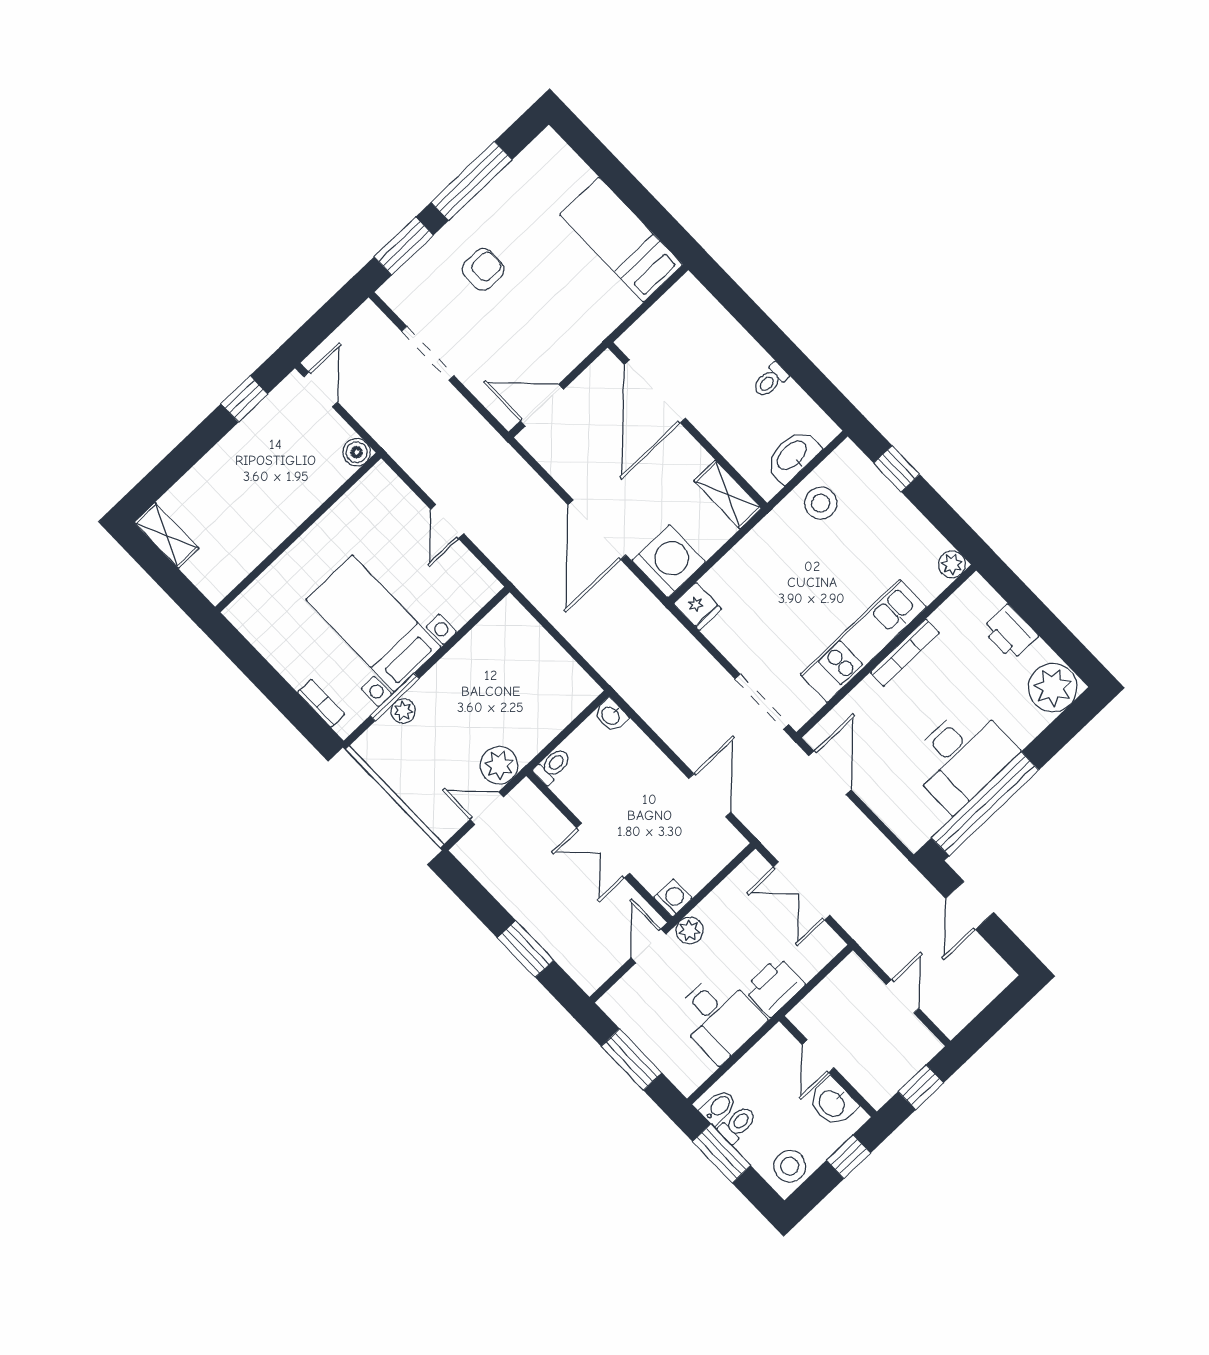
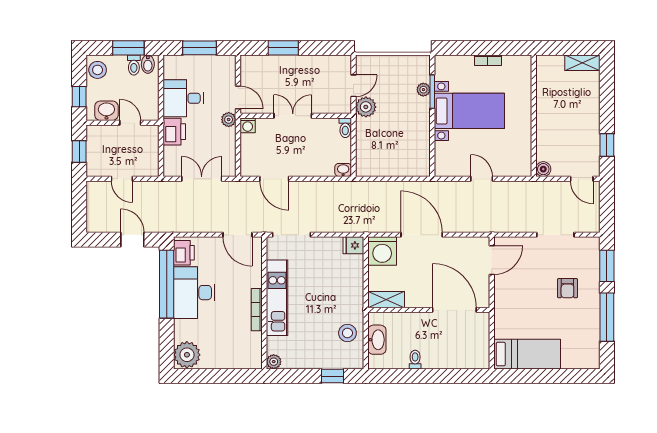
printer: (1010, 632) -> (184, 253), moved, turned 90
bookcase: (321, 703) -> (488, 60), moved

